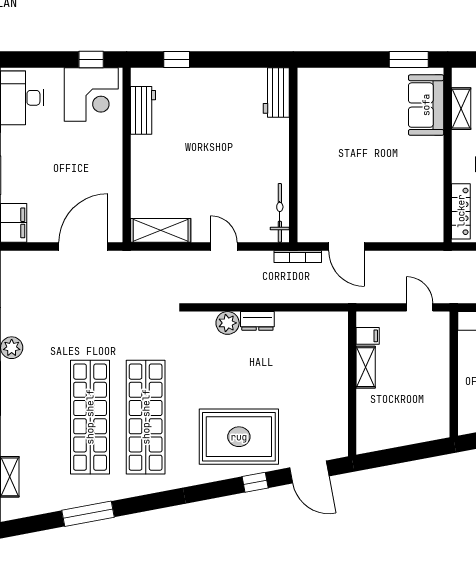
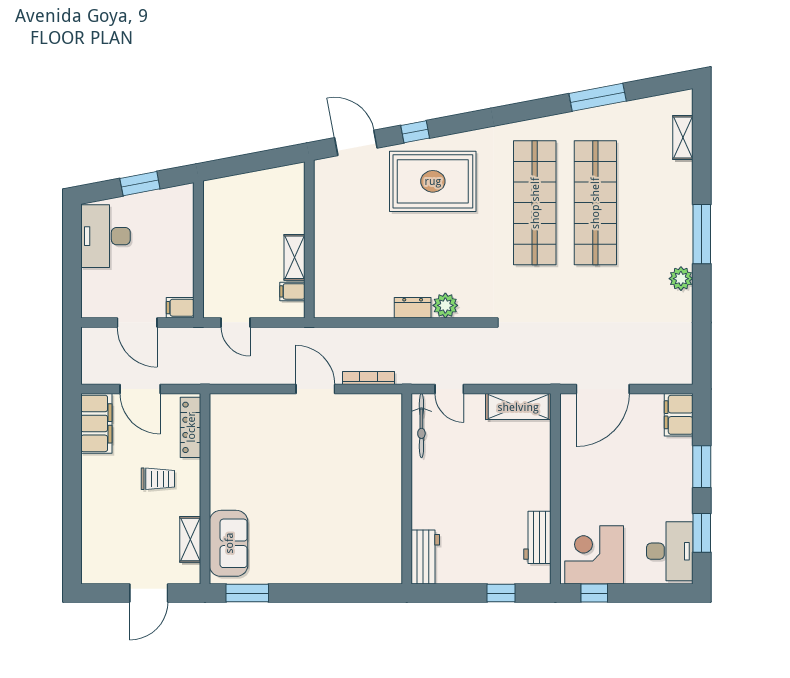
workbench: (276, 92) -> (425, 557), moved
wall: (293, 155) -> (407, 489), moved
bicycle: (280, 213) -> (421, 426), moved

